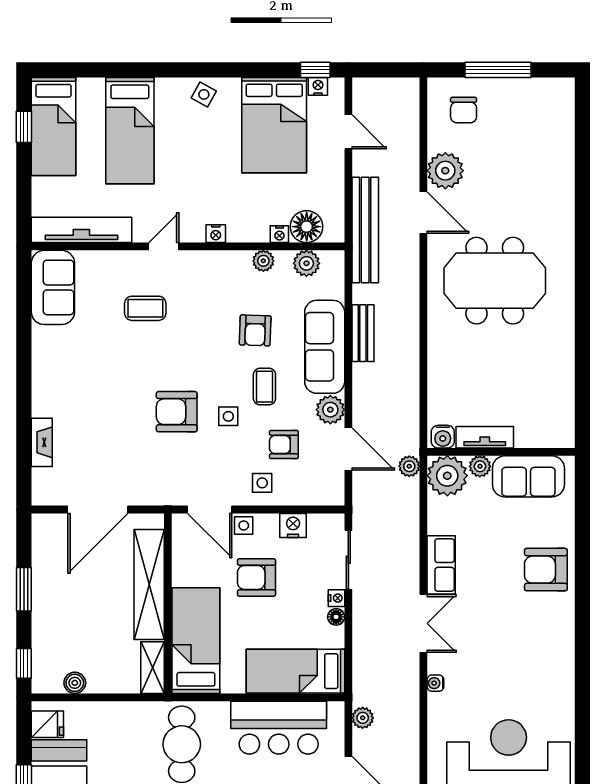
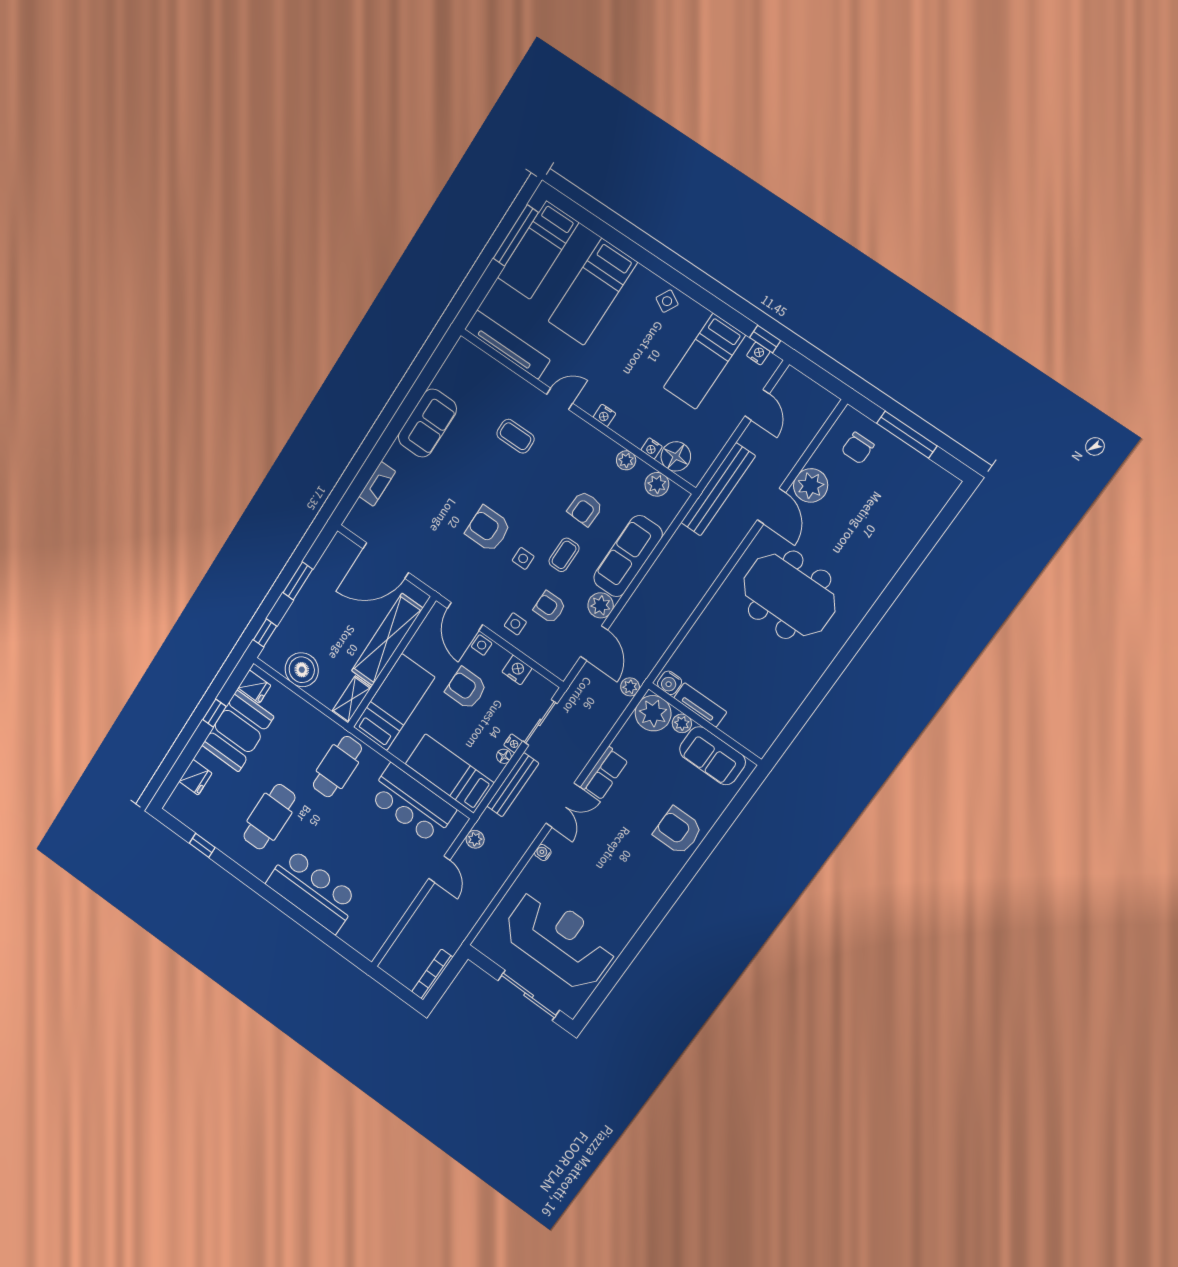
bed: (274, 125) -> (704, 361), width x0.67
window: (24, 127) -> (516, 235), width x2.17
sofa: (53, 287) -> (427, 423), moved
bench: (363, 333) -> (513, 785), moved, width x1.36
boiler: (75, 683) -> (302, 670), width x1.86, depth x1.86

